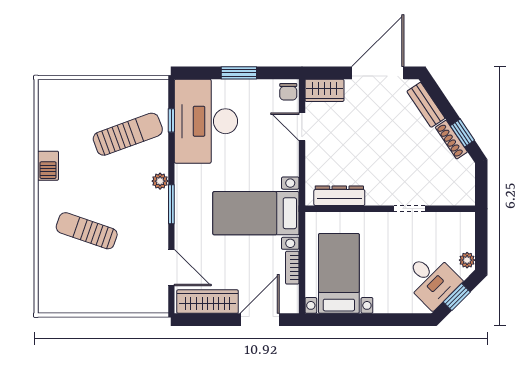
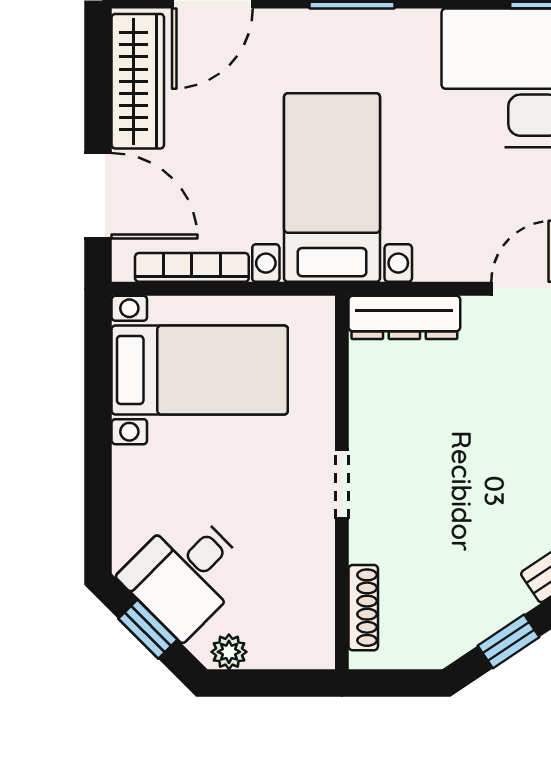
shoe rack: (451, 140) -> (363, 608), moved, turned 124
dresser: (339, 196) -> (404, 317), moved, turned 90
doorway: (409, 209) -> (342, 484), moved
bookcase: (292, 268) -> (192, 267), width x1.56

